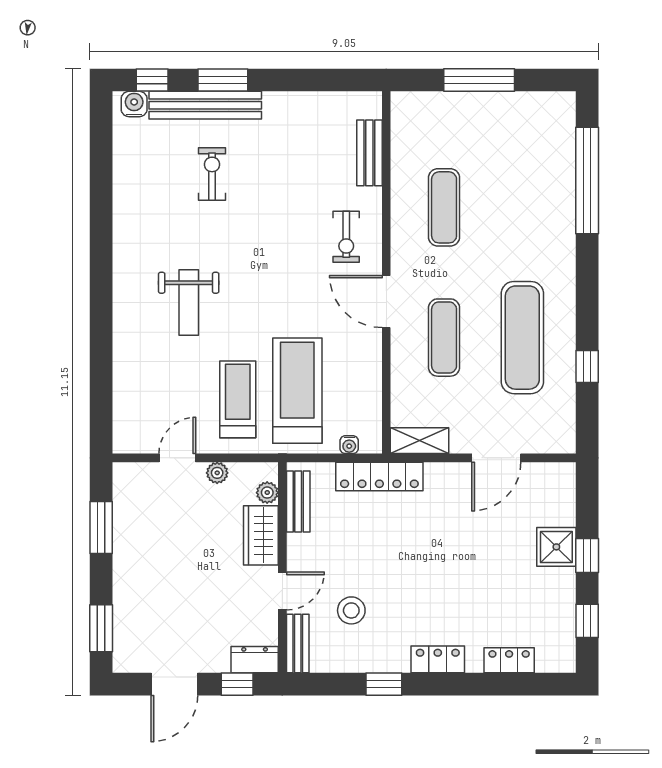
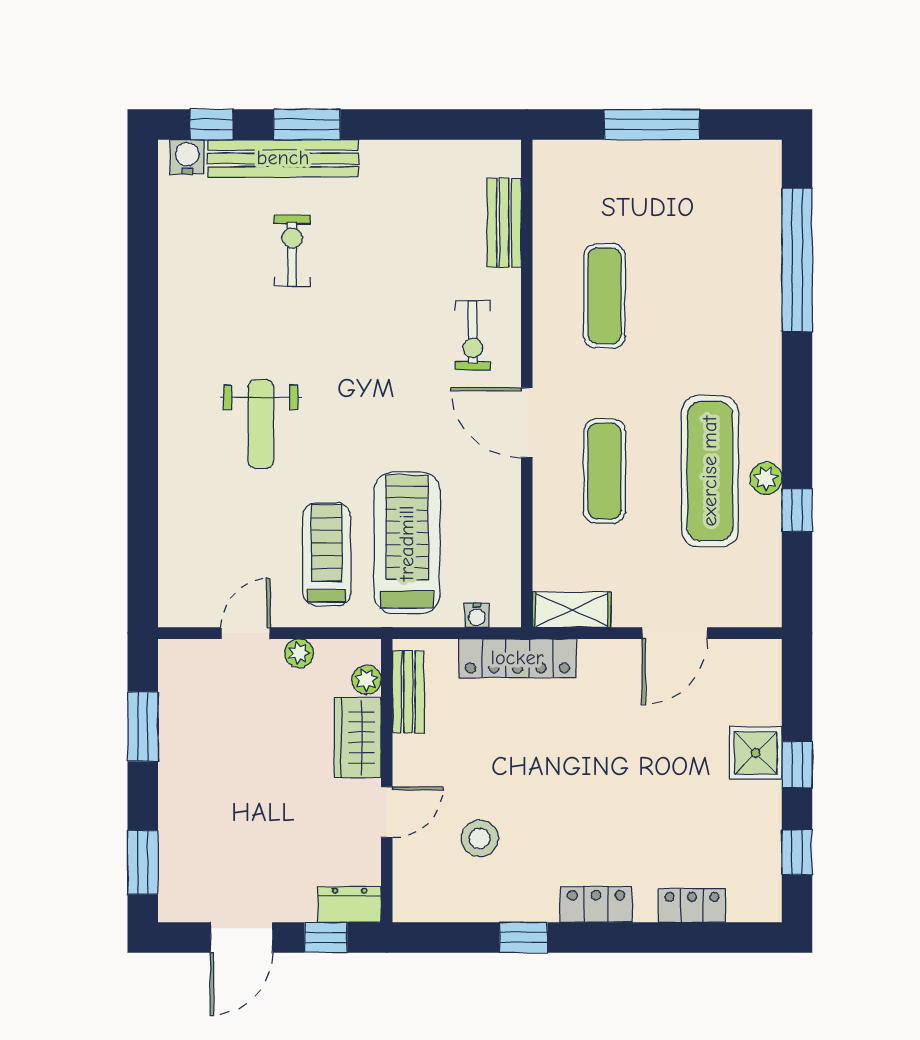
plant: (564, 343) -> (766, 478), added
bench: (298, 643) -> (408, 883), removed

